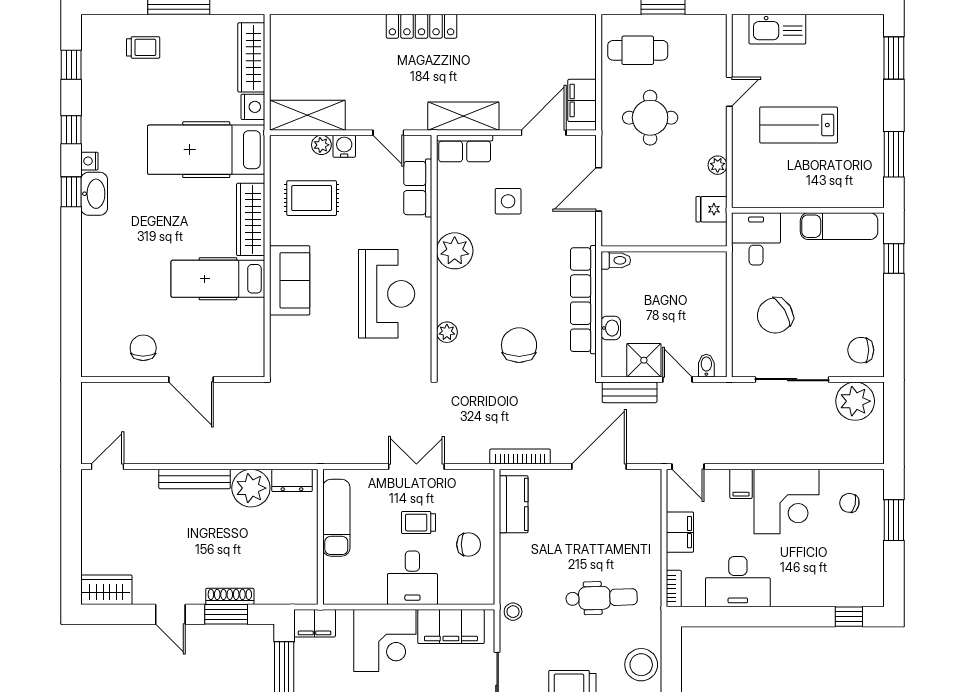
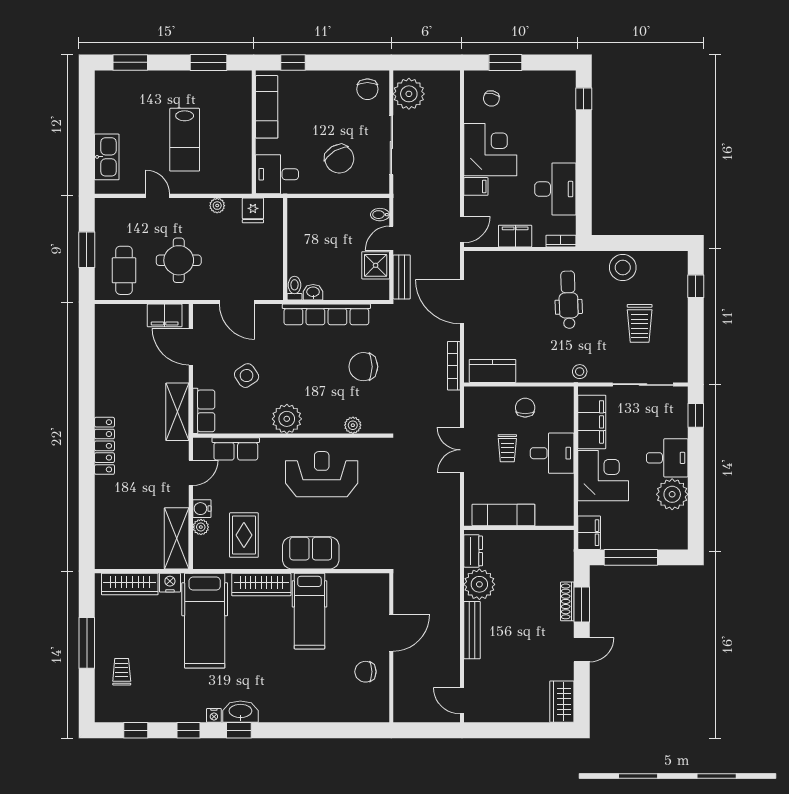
side table: (508, 201) -> (247, 376), turned -34
washbasin: (611, 328) -> (313, 292), moved

